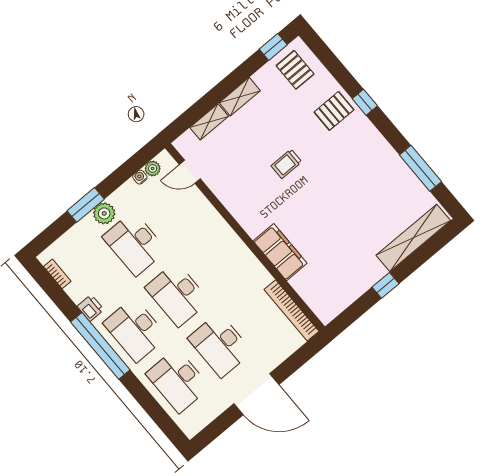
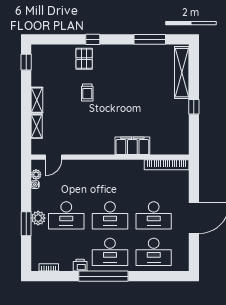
pallet: (295, 70) -> (47, 61), removed
trolley: (286, 164) -> (87, 92), moved

